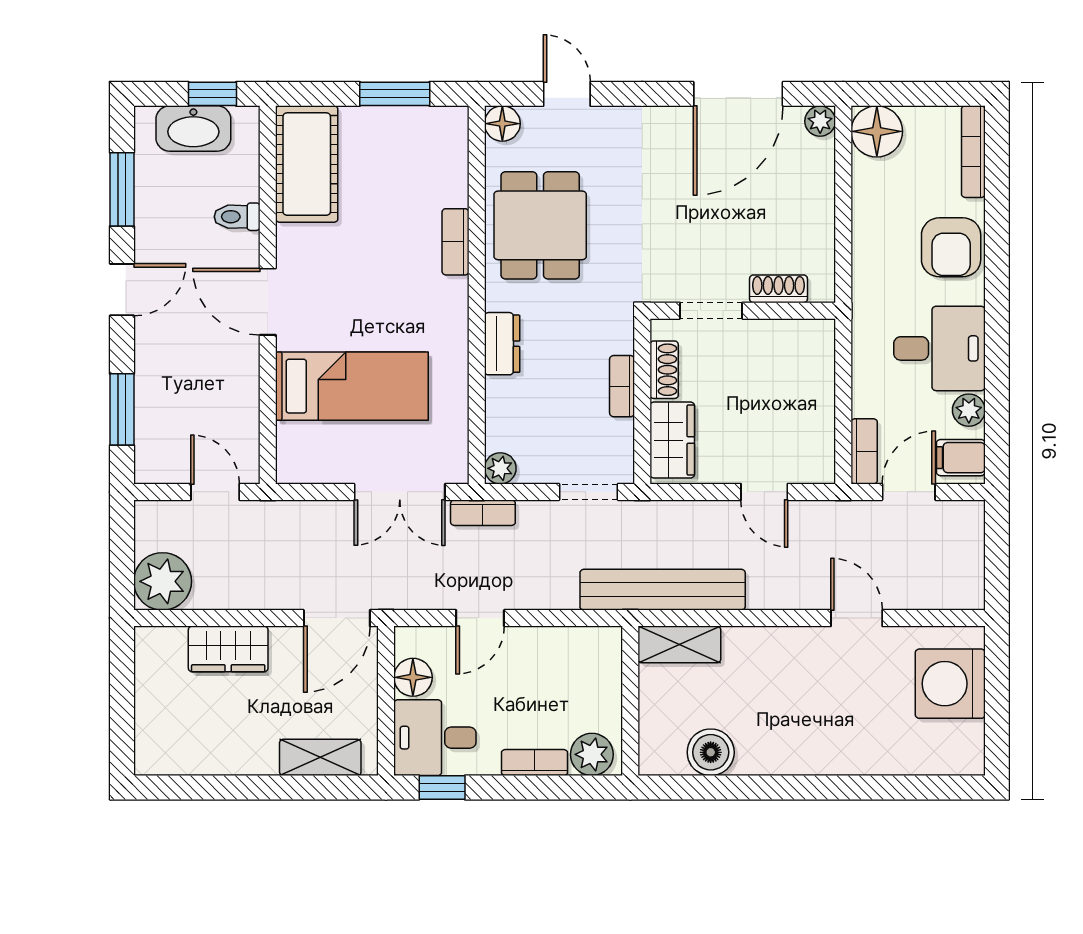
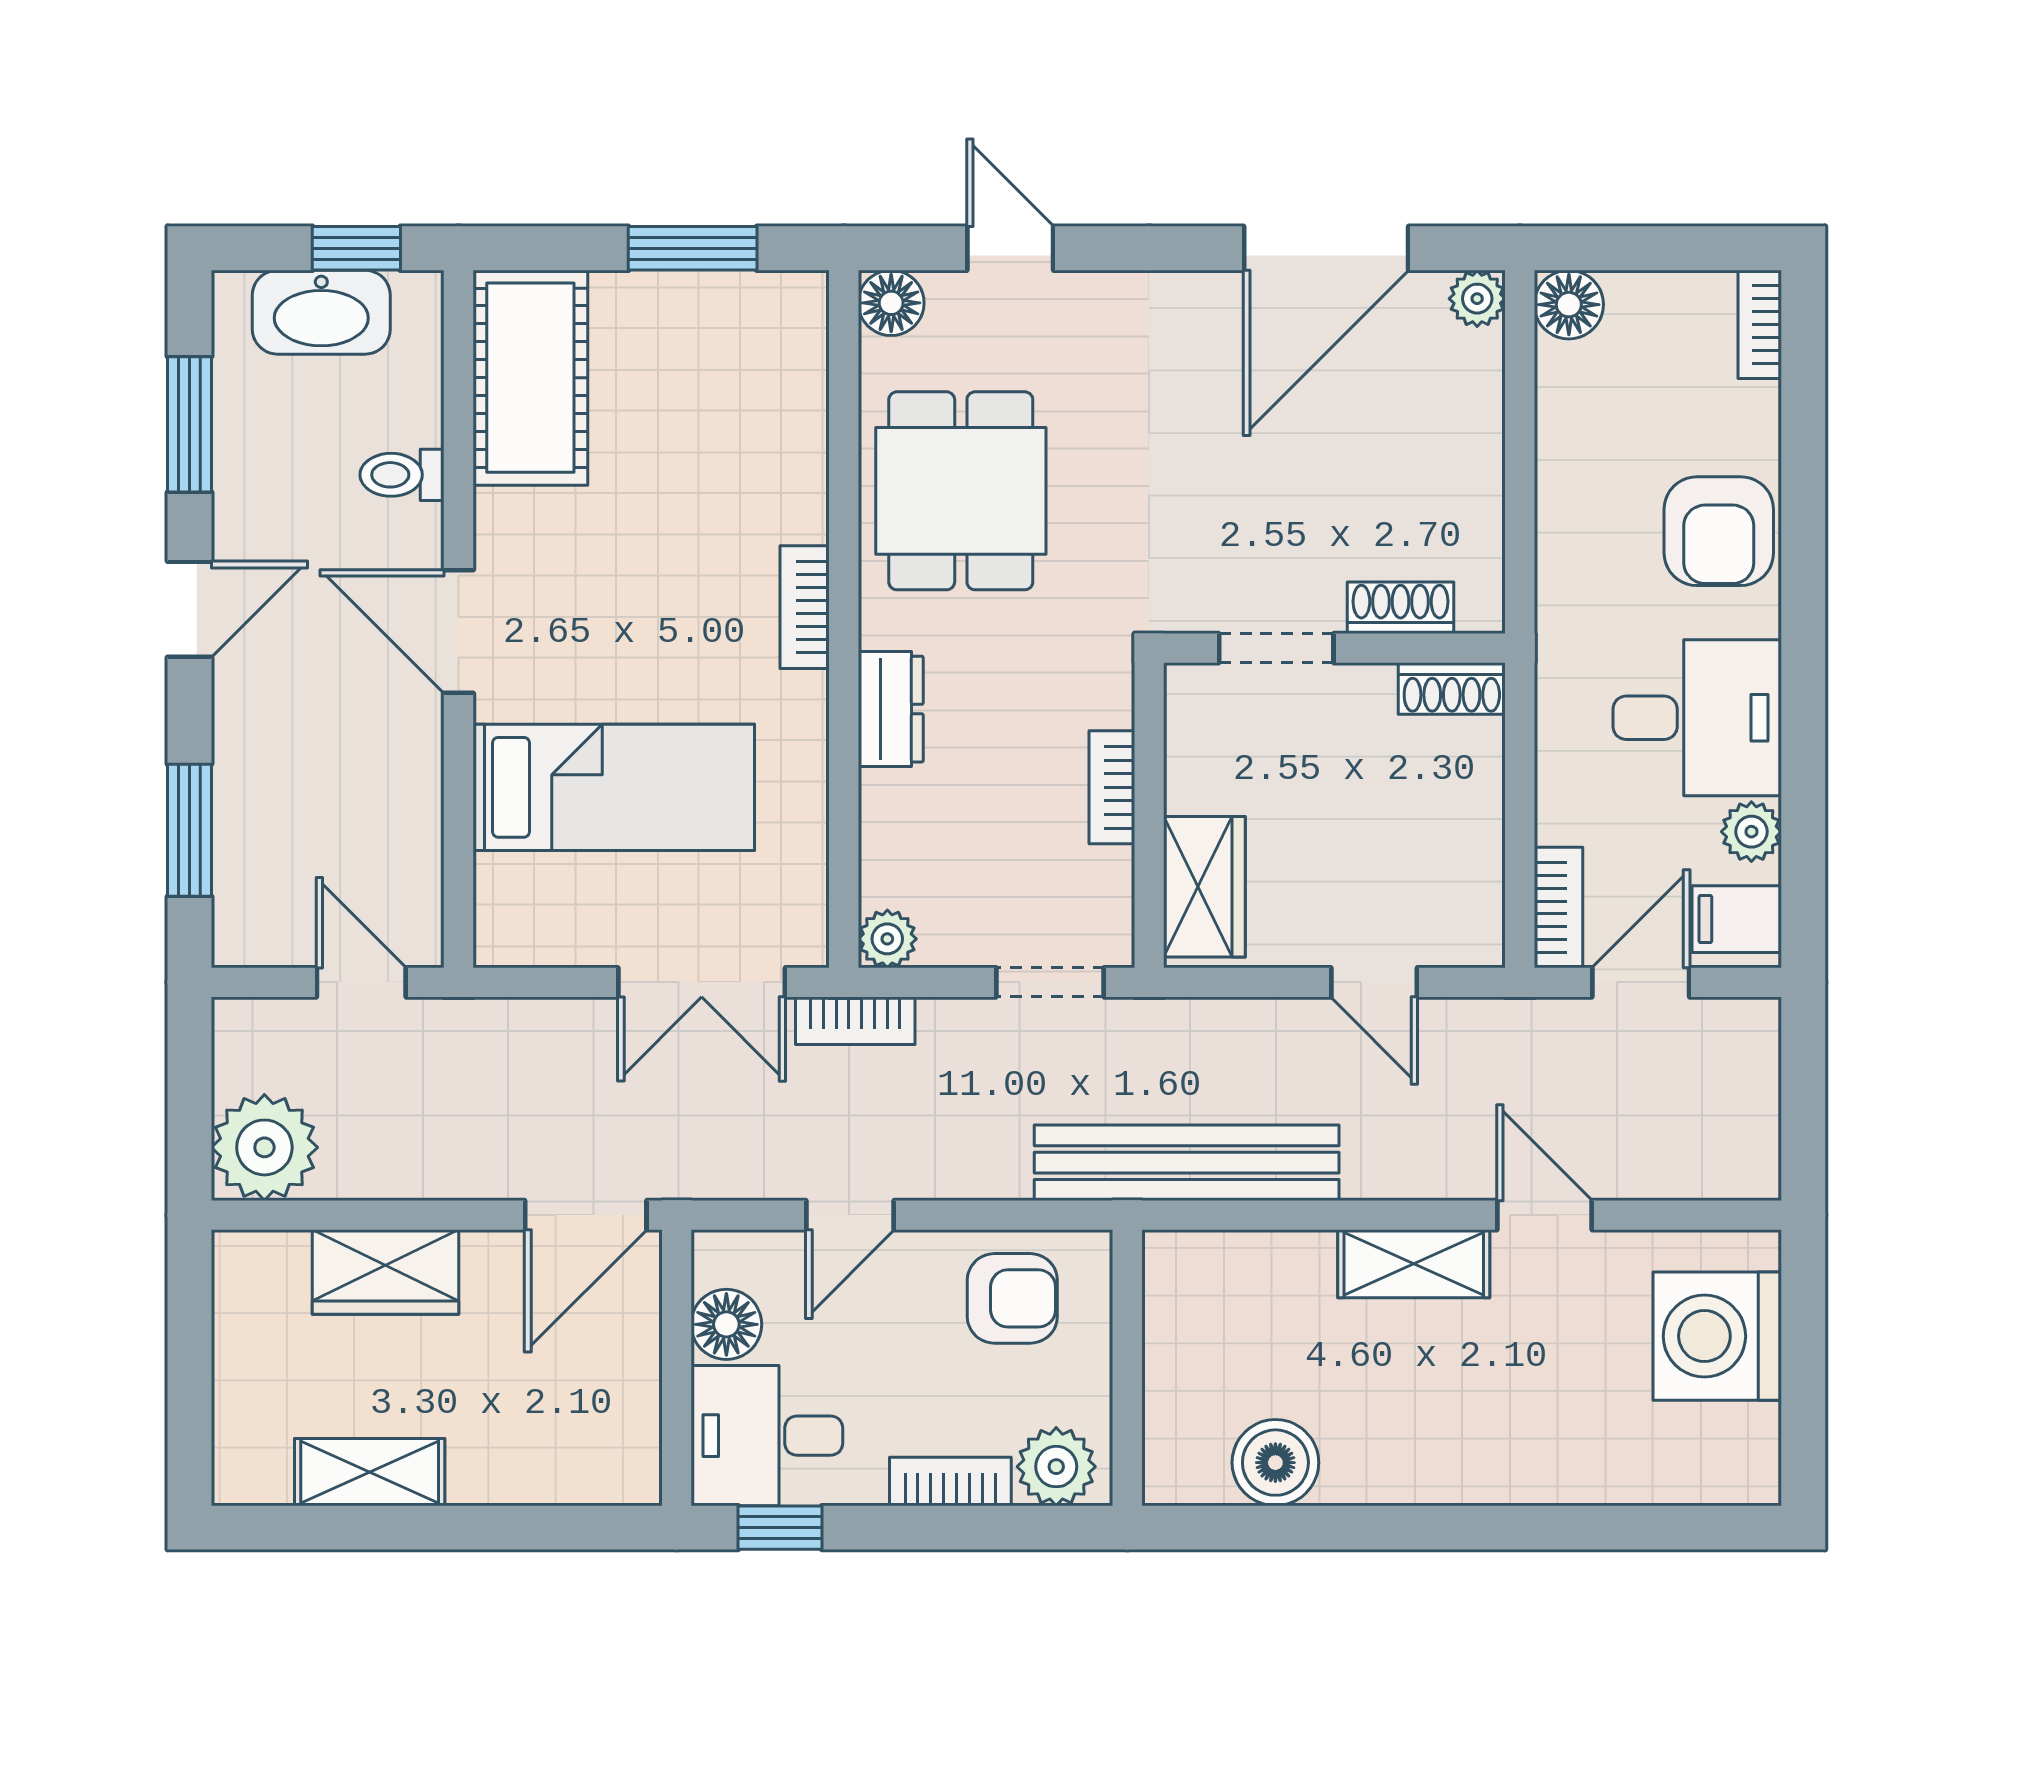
floor lamp: (877, 131) -> (1569, 305), width x0.73, depth x0.73
bookcase: (973, 152) -> (1760, 324), width x0.64
bookcase: (455, 242) -> (805, 607), moved
shoe rack: (664, 370) -> (1452, 689), moved, turned 90
shelving: (679, 644) -> (1414, 1264), moved
armchair: (568, 663) -> (1012, 1298), added
shelving: (320, 757) -> (370, 1472), moved

